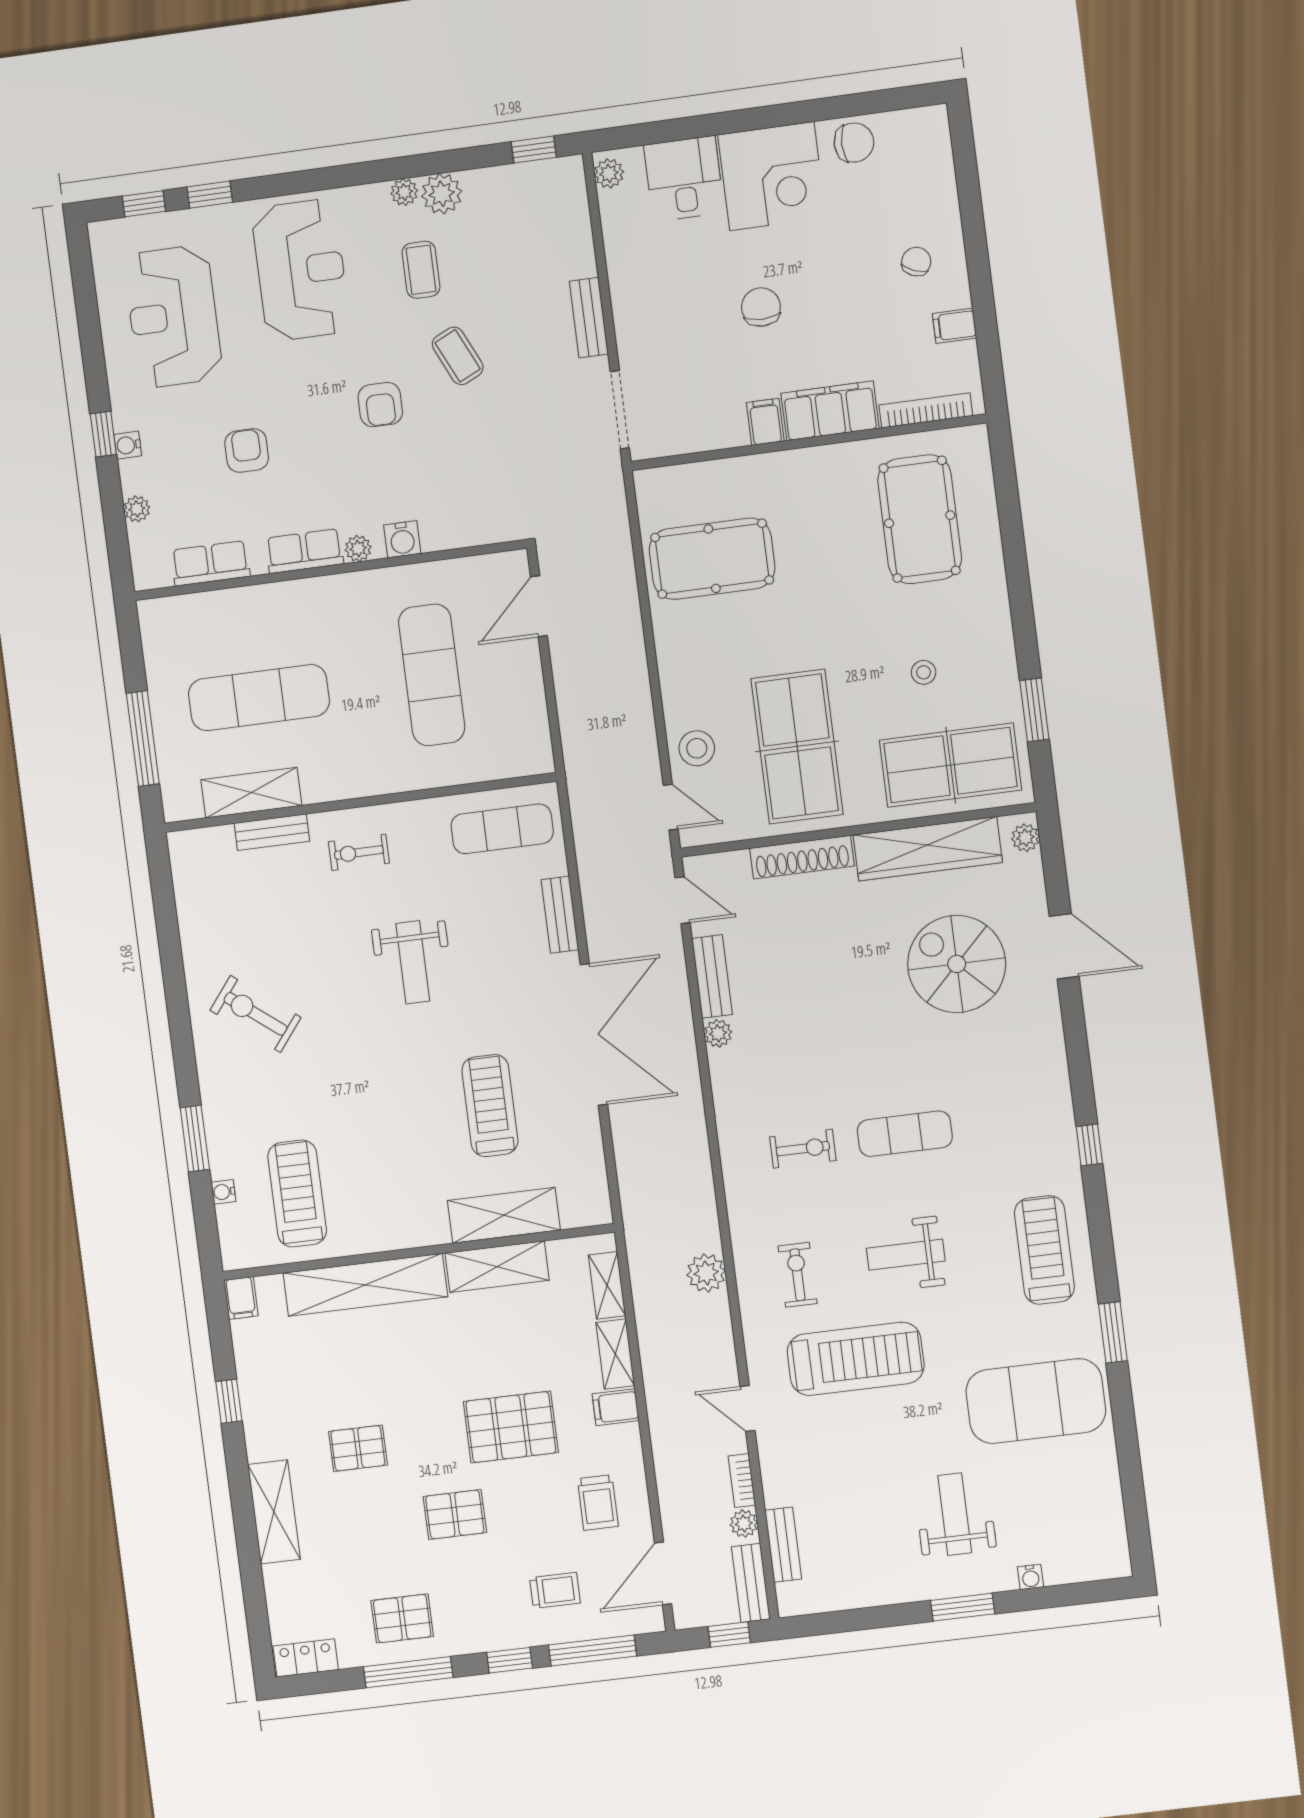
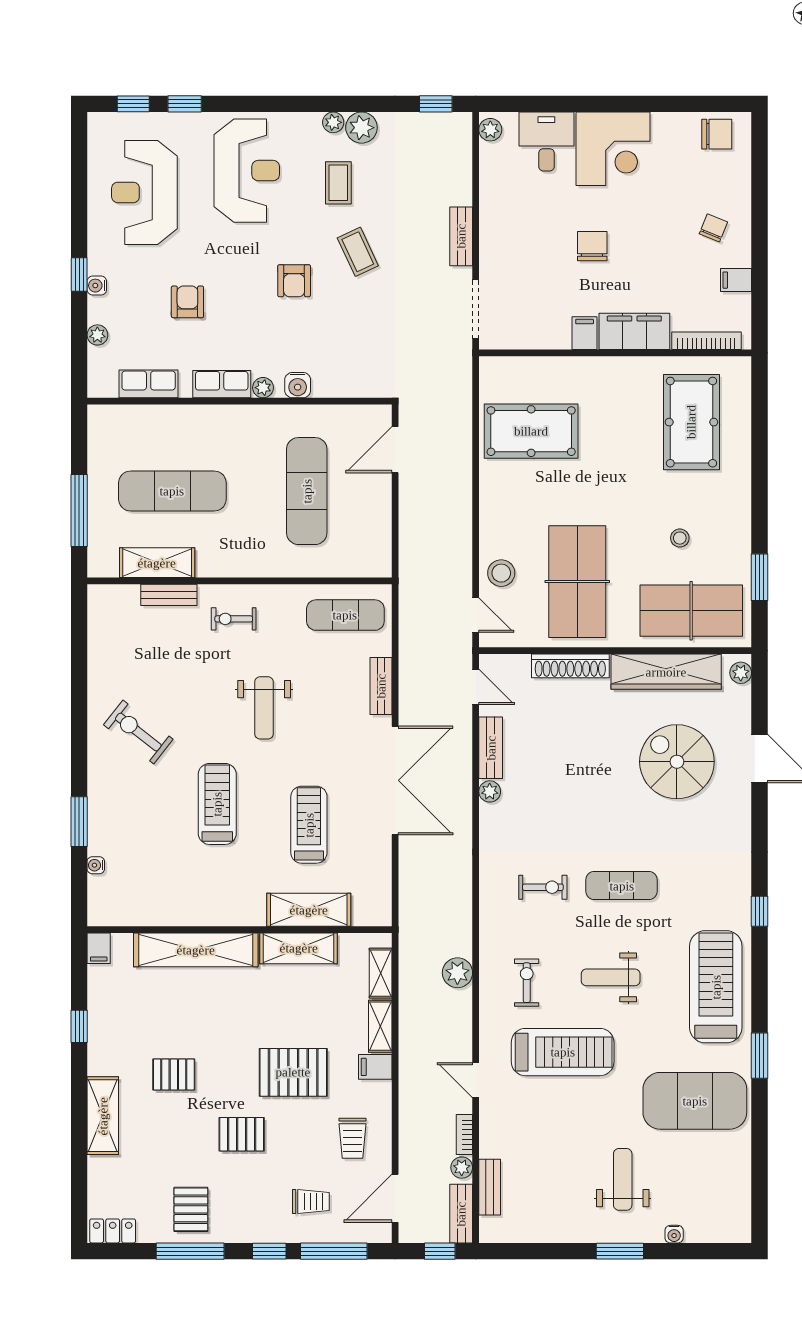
chair: (854, 143) -> (717, 134), moved
treadmill: (297, 1194) -> (217, 804), moved
treadmill: (1044, 1250) -> (716, 987), width x1.37, depth x1.38
pallet: (402, 1618) -> (191, 1209), turned 90

